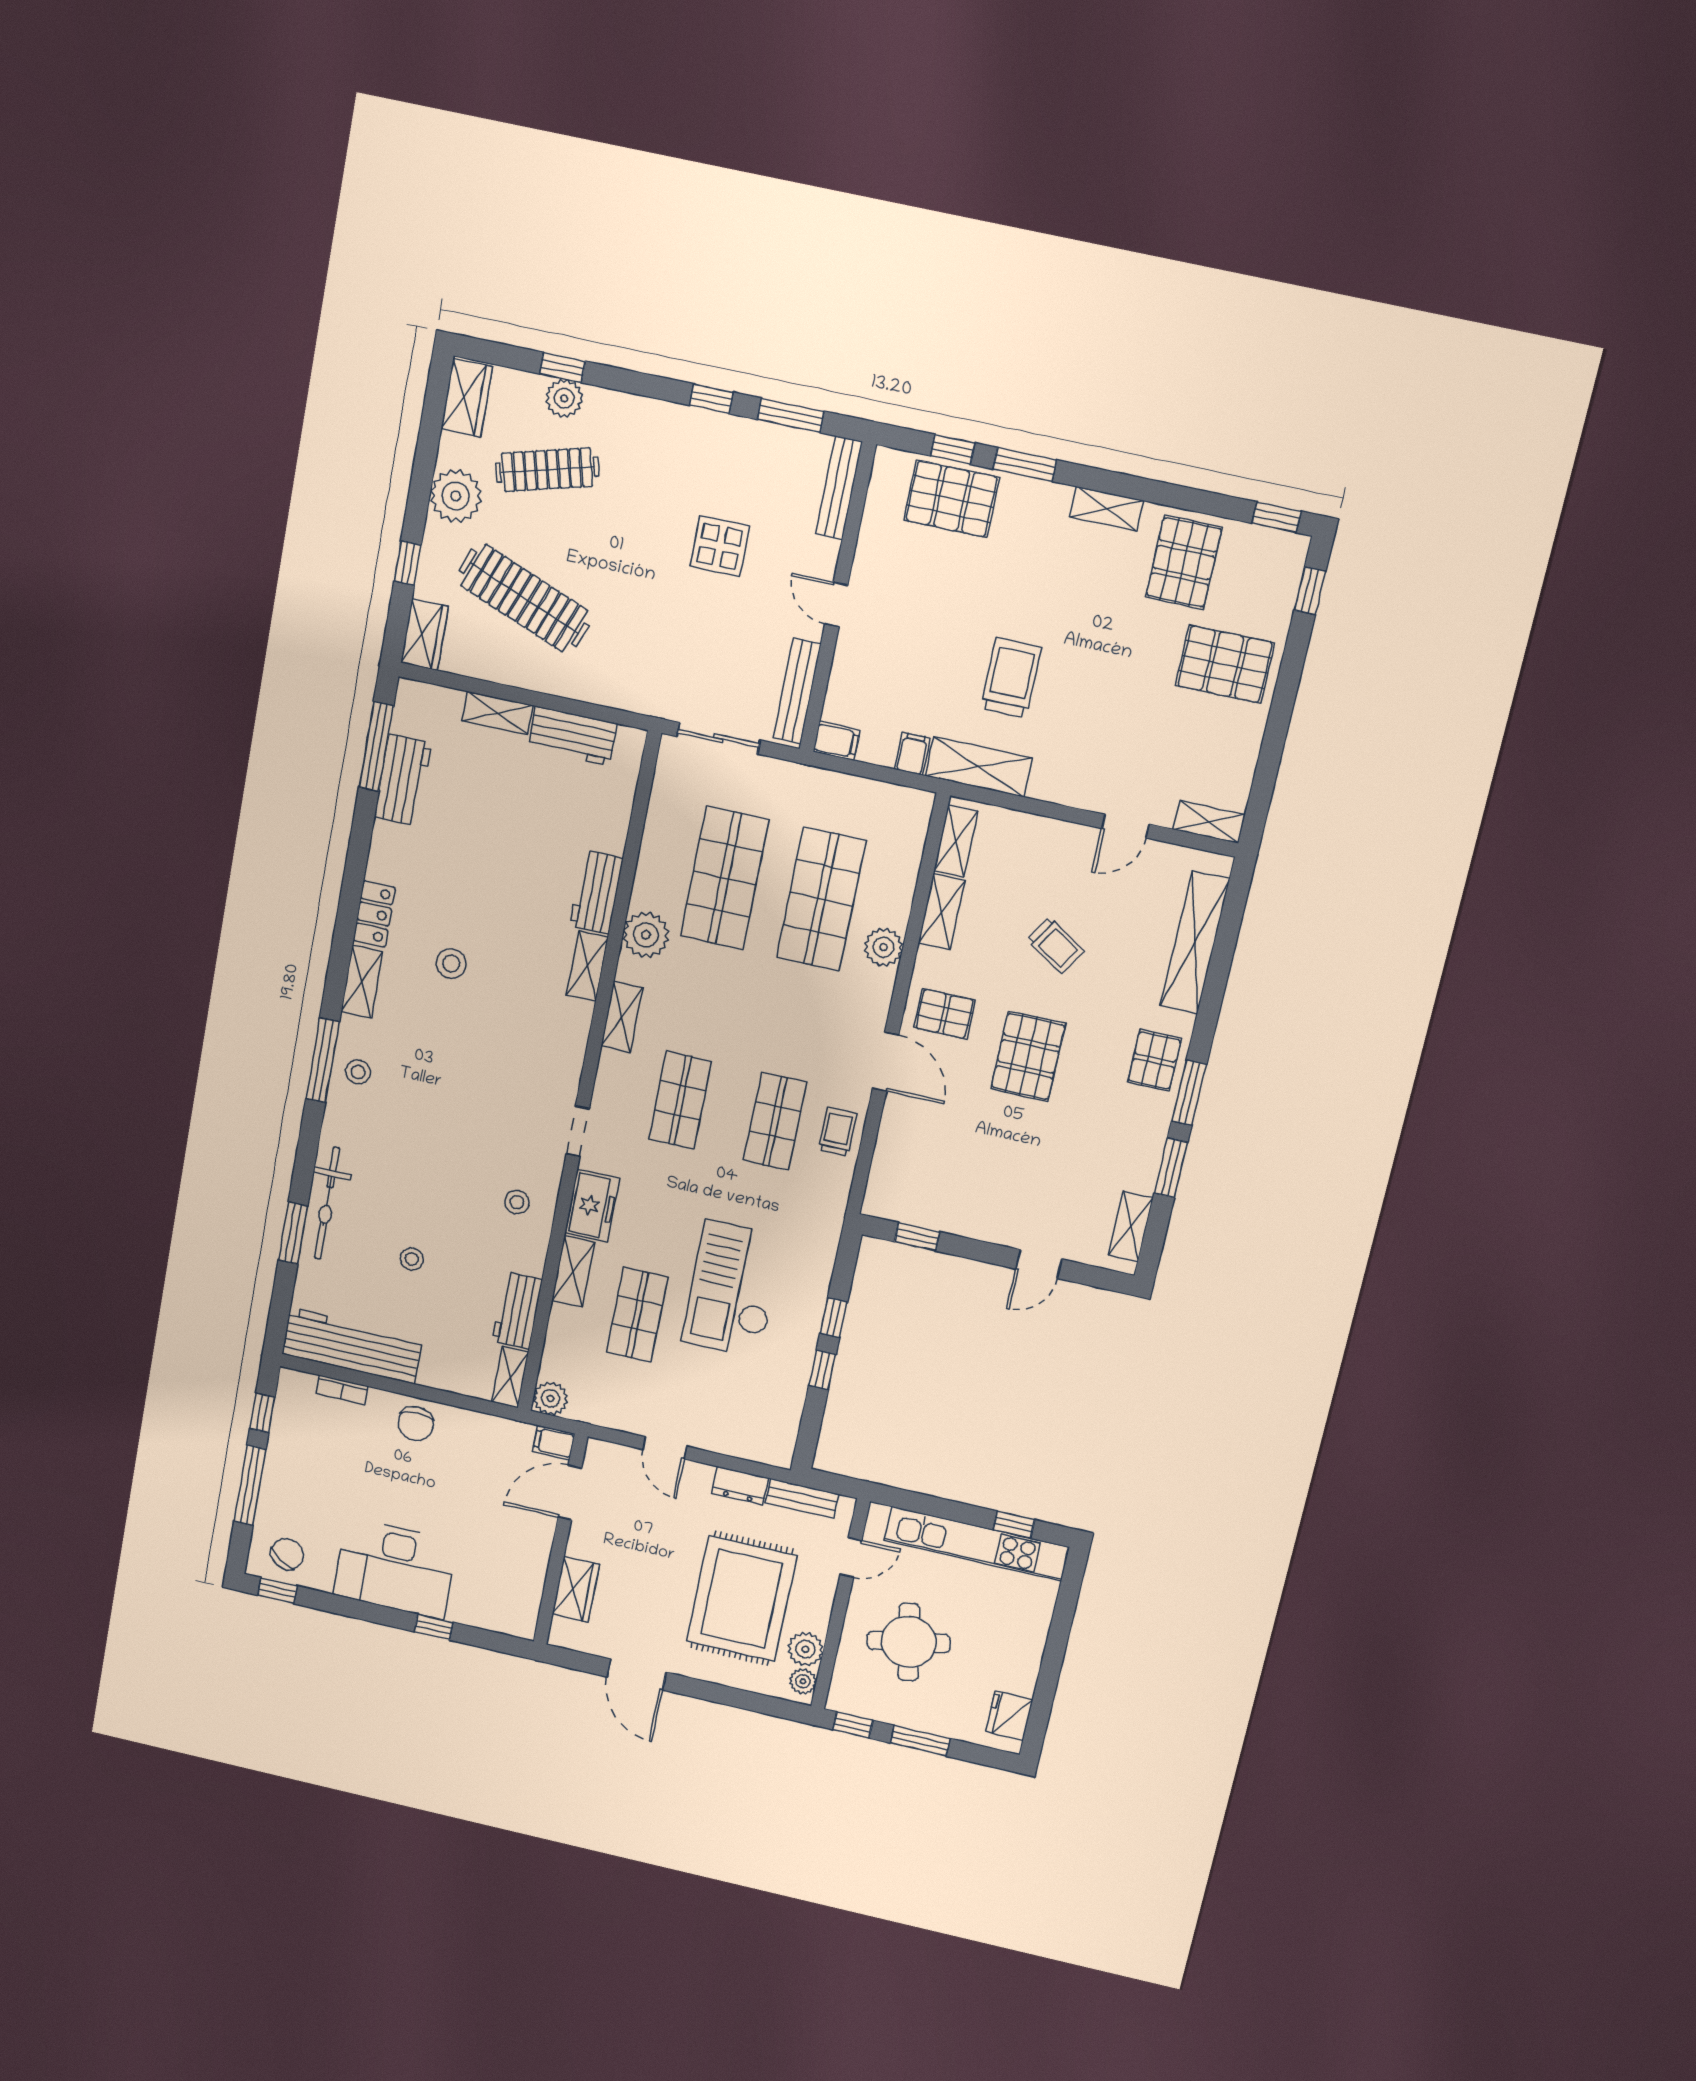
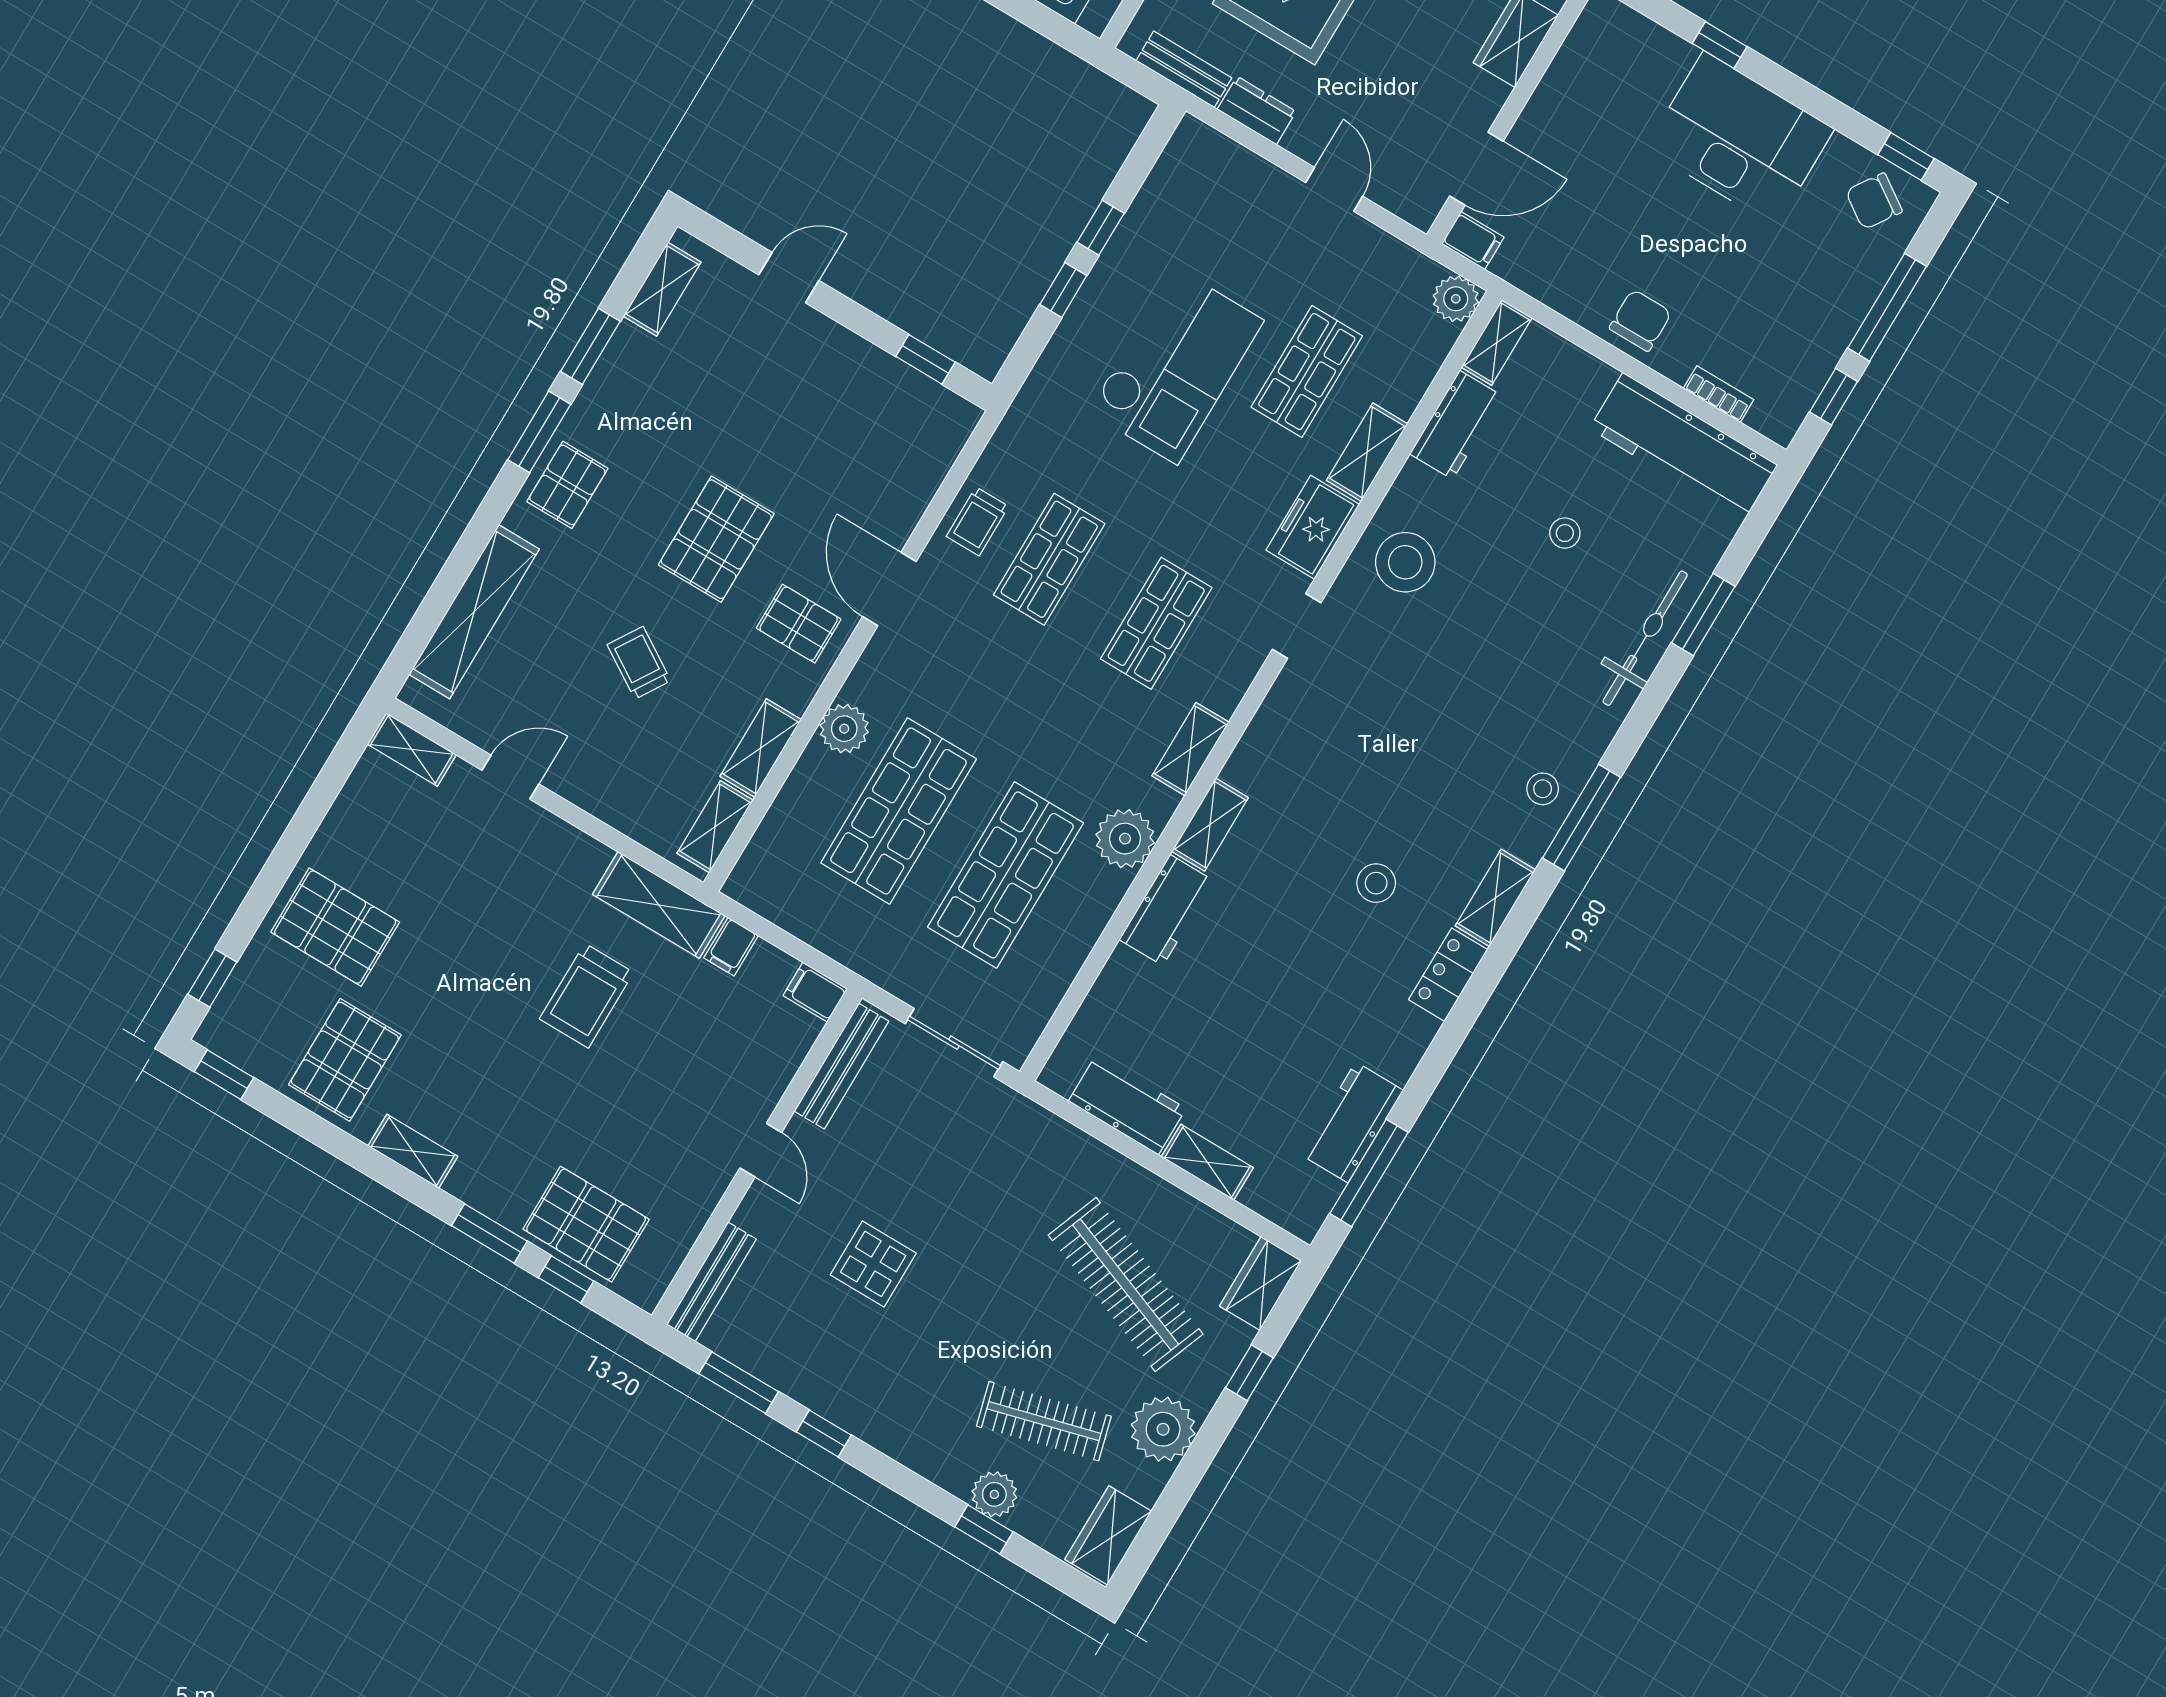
stool: (517, 1202) -> (1405, 562), width x1.89, depth x1.89

